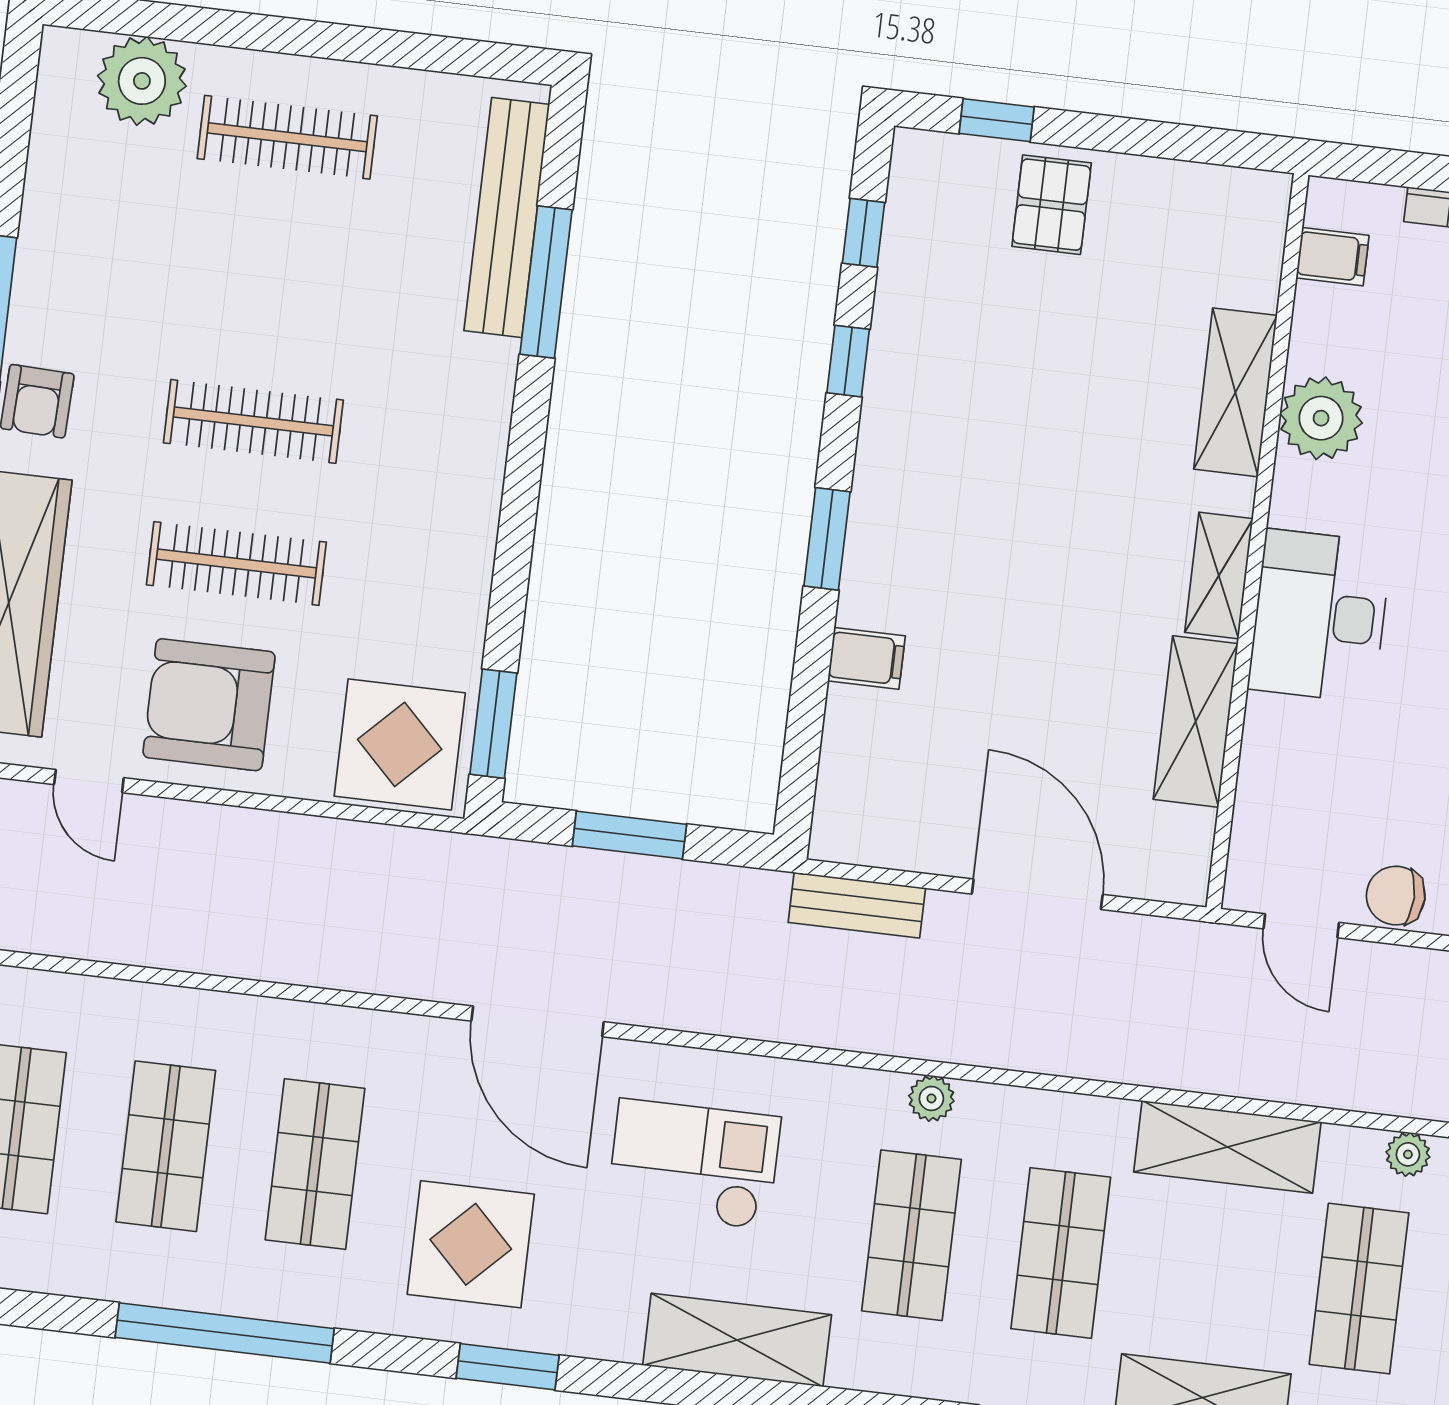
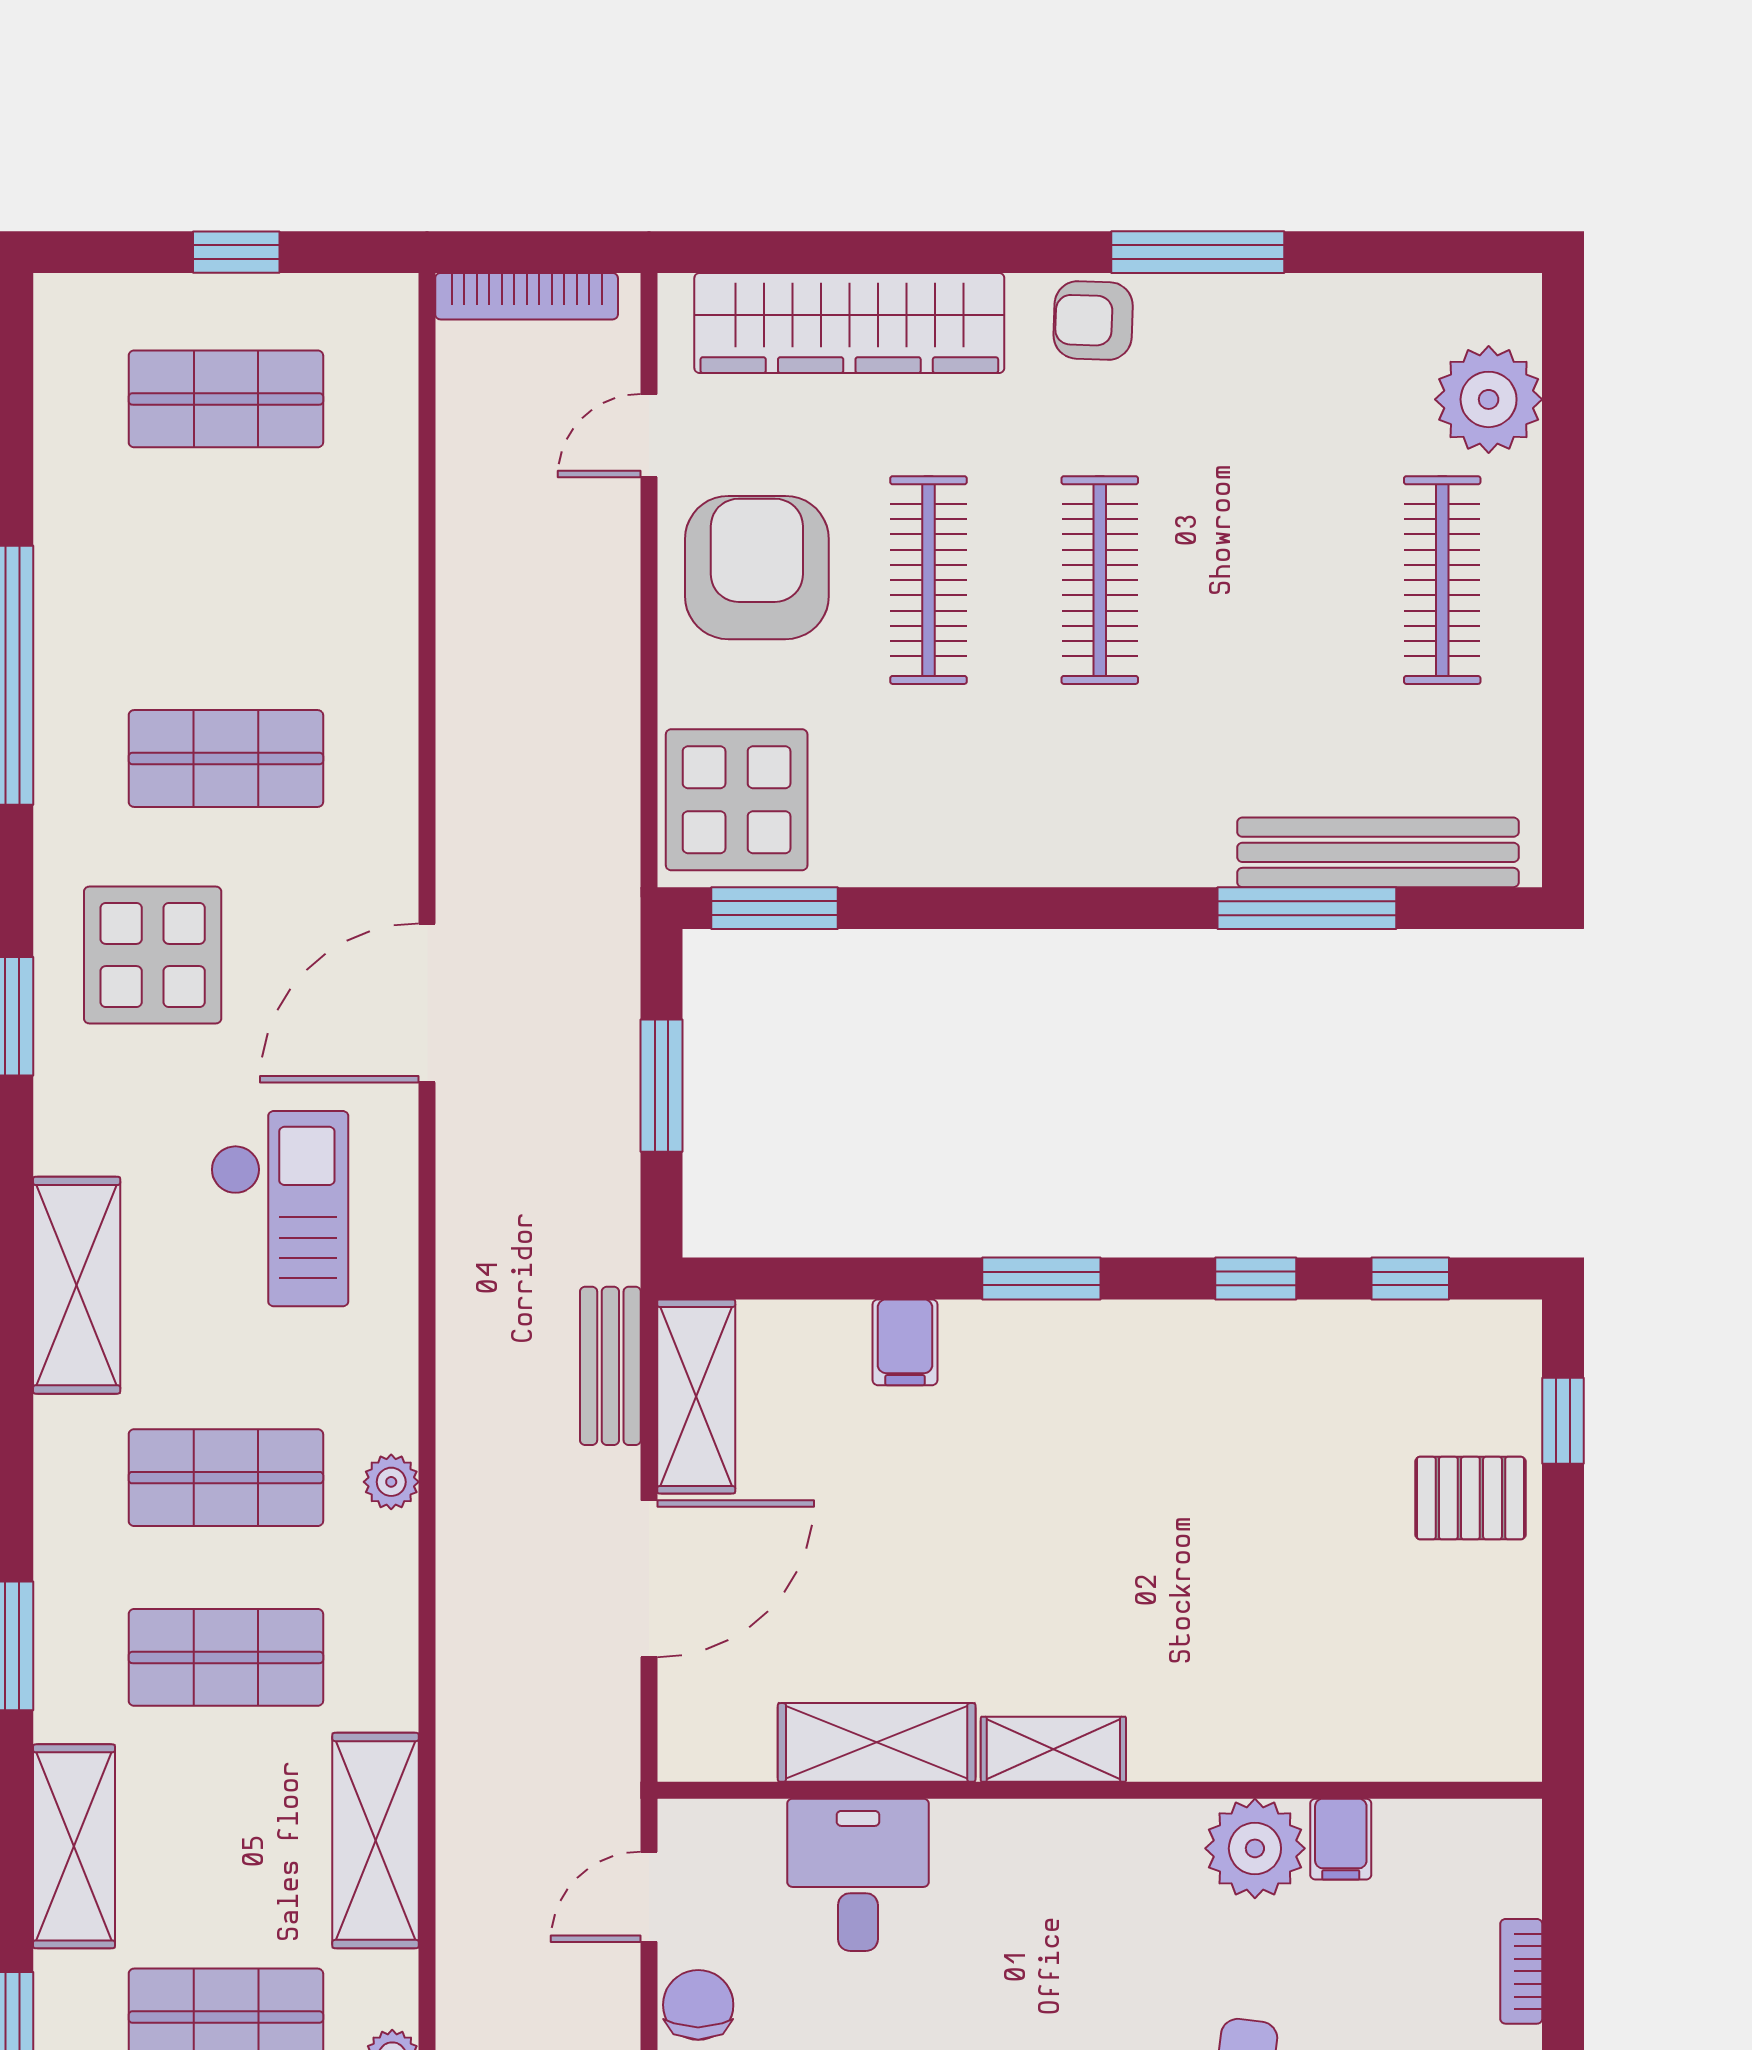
filing cabinet: (1332, 257) -> (1341, 1839), moved
shelving: (1235, 392) -> (696, 1396), moved, turned 90
desk: (1320, 616) -> (858, 1875), moved, width x0.73
shop shelf: (166, 1146) -> (226, 579), removed

